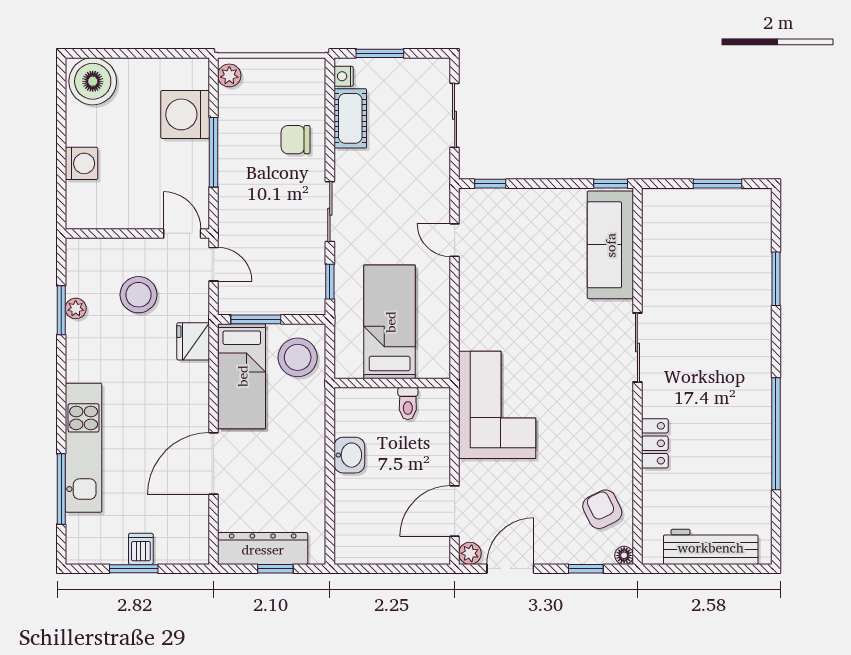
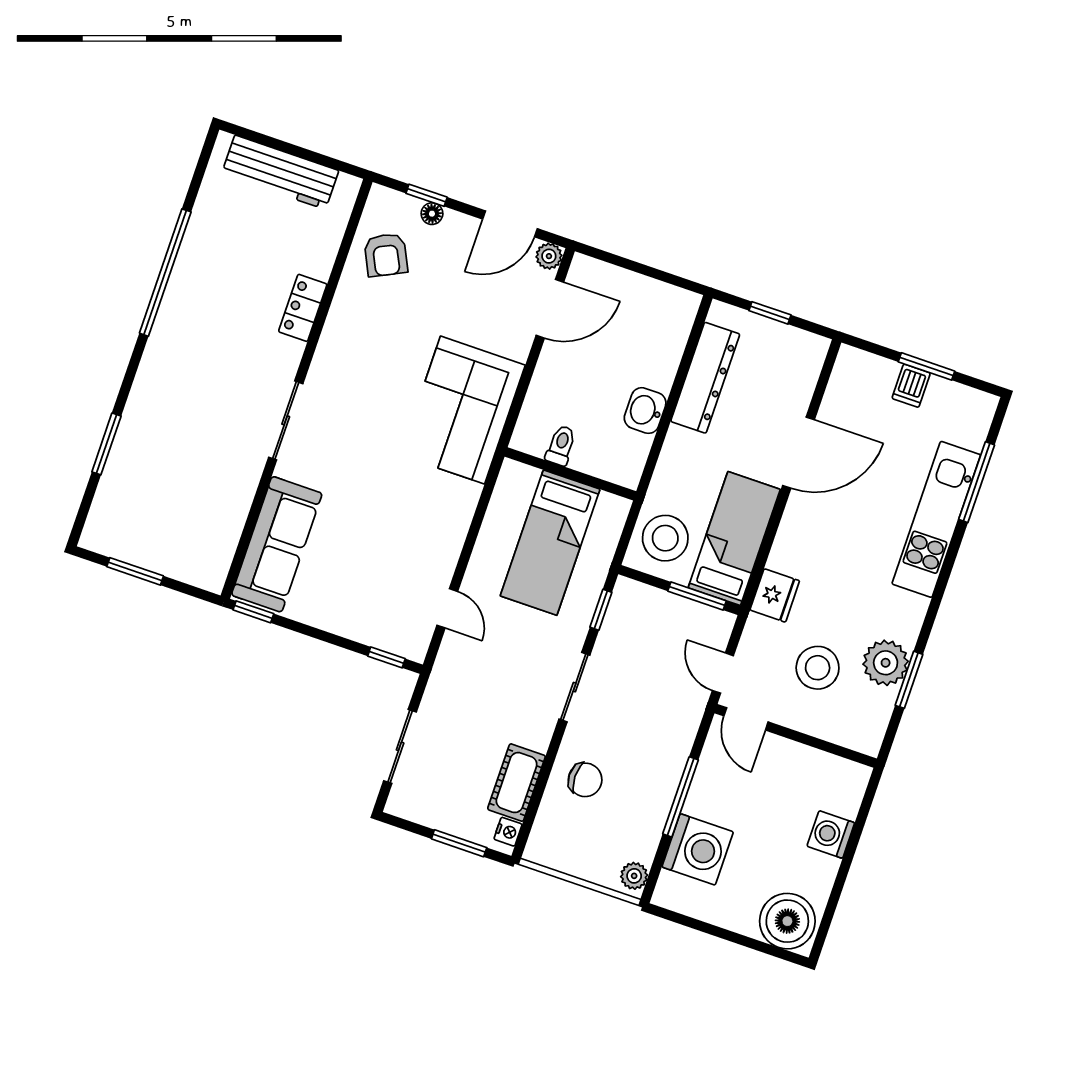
plant: (76, 308) -> (886, 663), width x1.87, depth x1.87
dresser: (263, 549) -> (705, 378), moved, turned -90
floor lamp: (624, 555) -> (432, 214), moved

